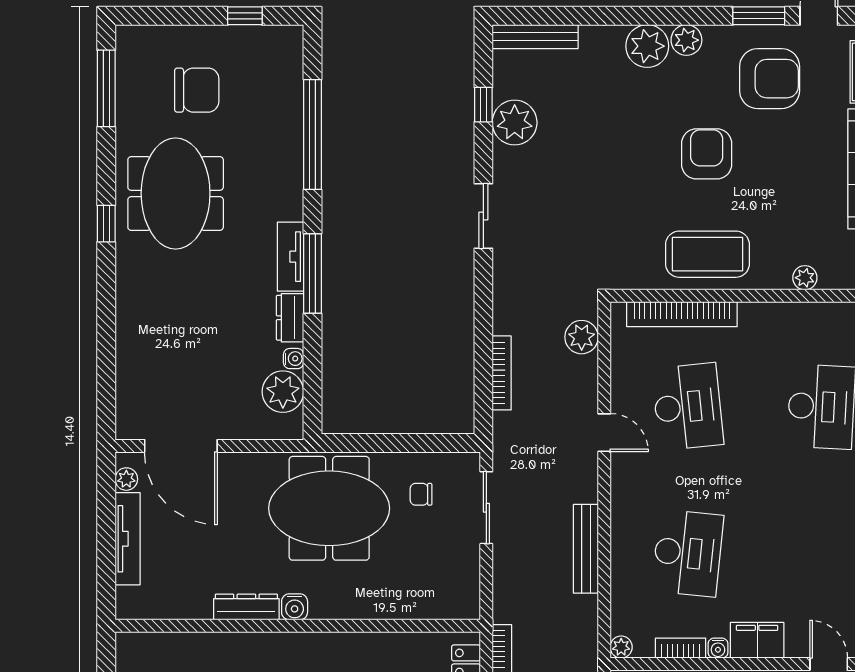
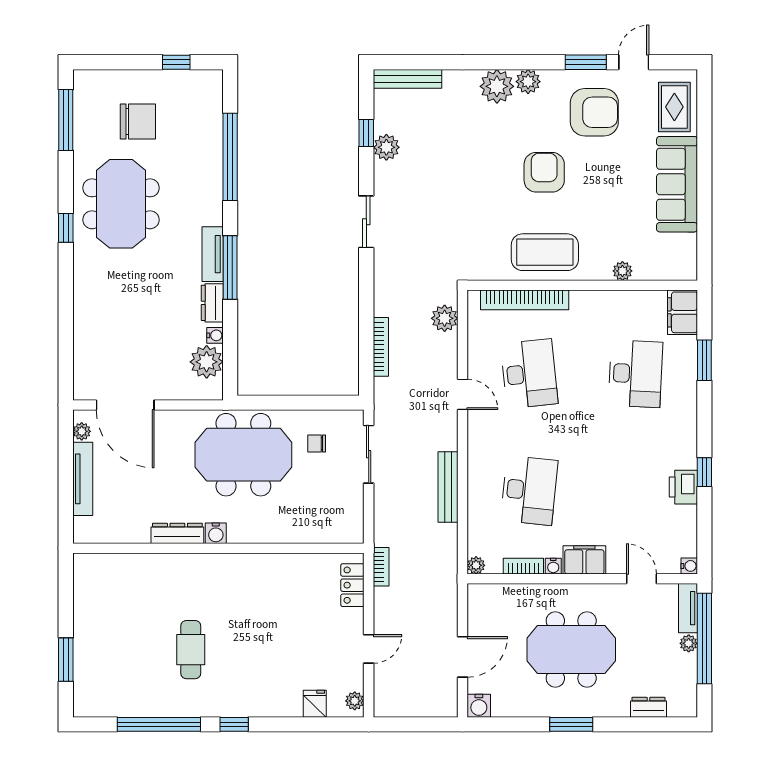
plant: (515, 123) -> (386, 147), width x0.73, depth x0.73

